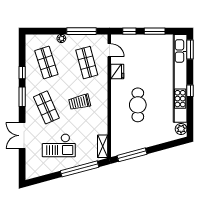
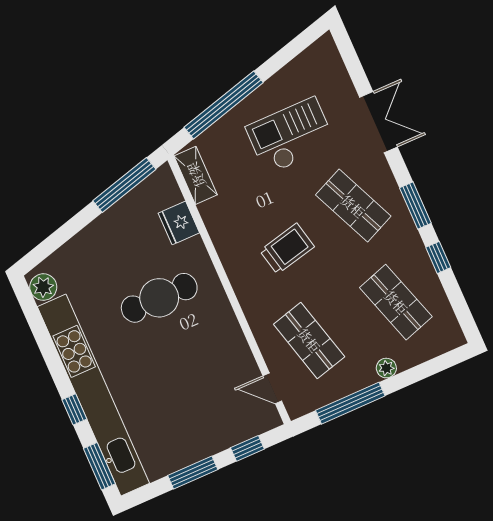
fridge: (117, 72) -> (179, 223), moved
window: (190, 91) -> (74, 409), moved
cafe table: (138, 105) -> (159, 298), turned 90

